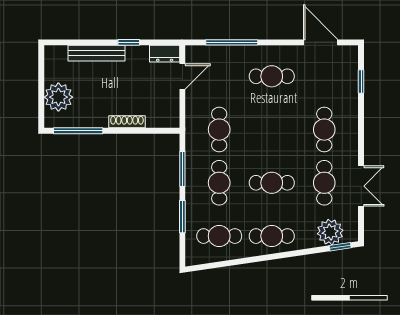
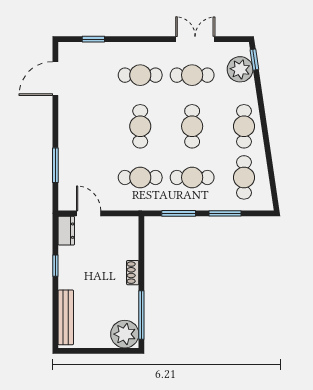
window: (232, 42) -> (55, 165), width x0.69
bench: (96, 53) -> (66, 317), moved
cafe table: (272, 76) -> (140, 126), moved
plant: (58, 97) -> (125, 334), moved
shoe rack: (127, 122) -> (133, 273), width x0.70

